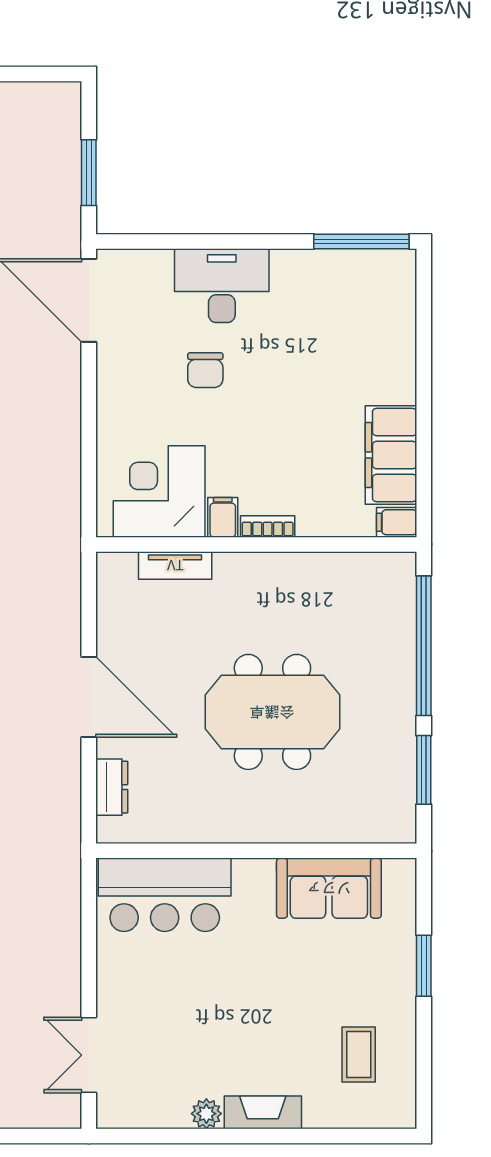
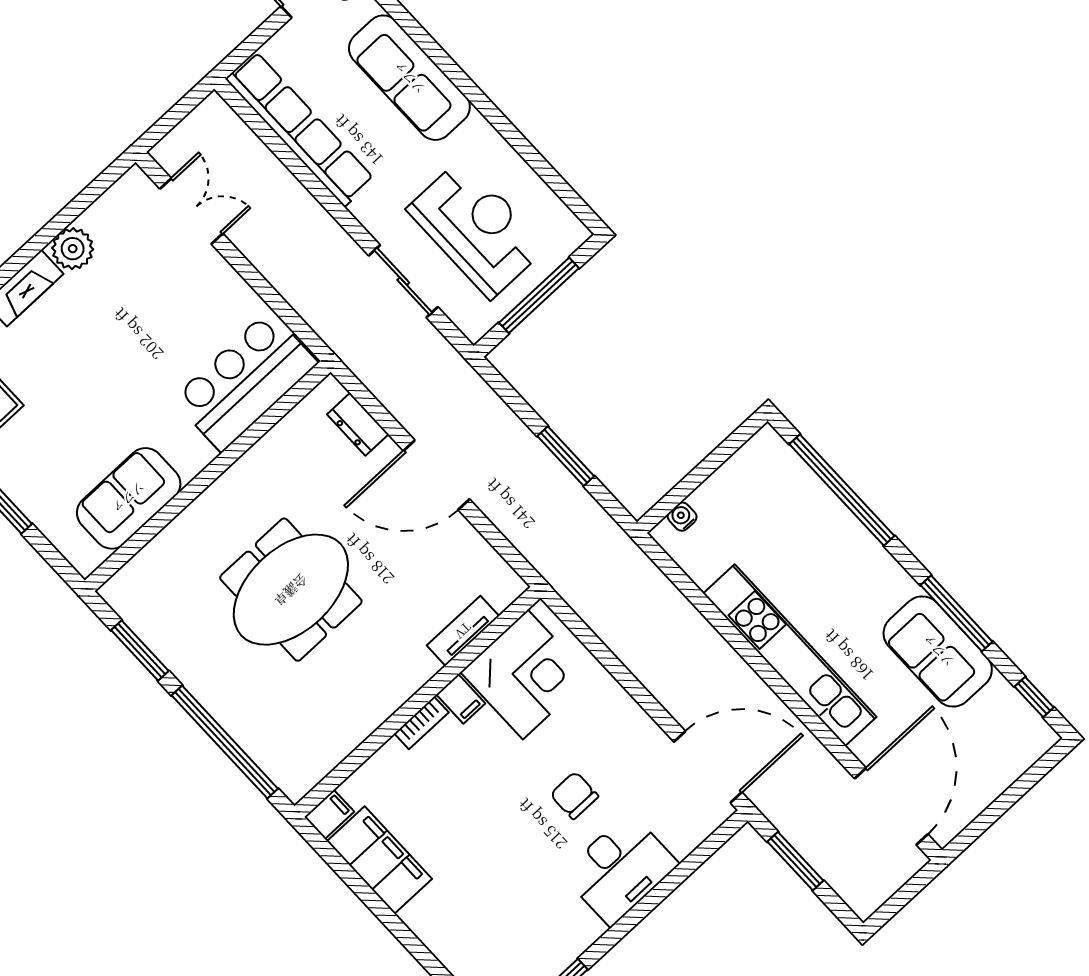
plant: (206, 1114) -> (73, 249), width x1.38, depth x1.38

